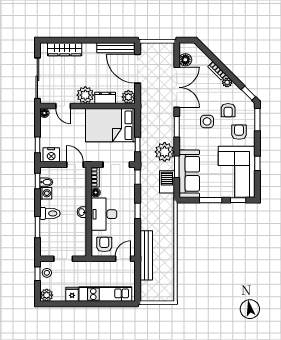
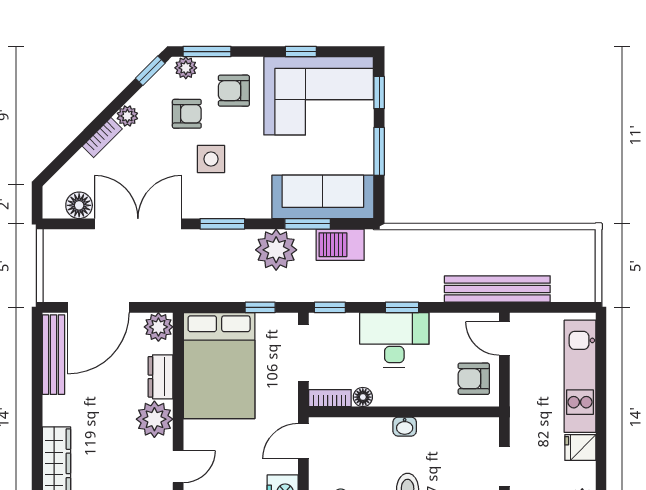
plant: (250, 110) -> (186, 68), added
desk: (104, 214) -> (394, 340), moved, turned 180

